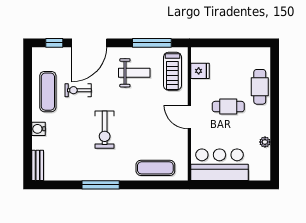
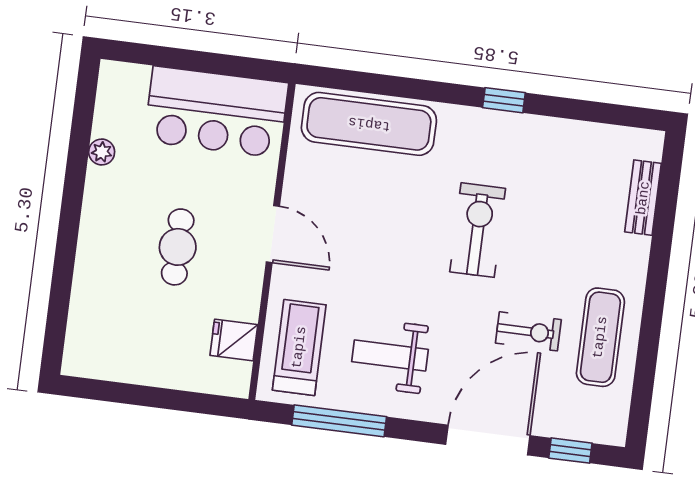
cafe table: (260, 87) -> (97, 284), removed
cafe table: (228, 107) -> (178, 247), turned 90
water cooler: (38, 129) -> (634, 252), removed
bench: (38, 165) -> (643, 198), moved
exercise mat: (155, 168) -> (369, 124), width x1.36, depth x1.45
window: (101, 185) -> (504, 100), width x0.46

